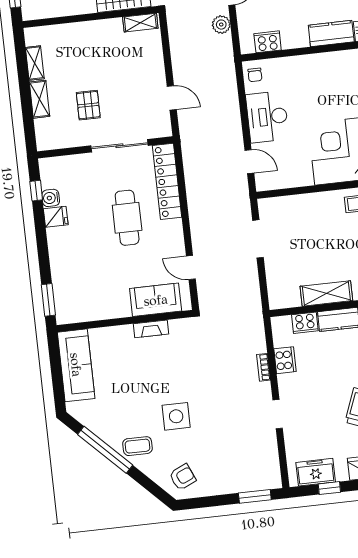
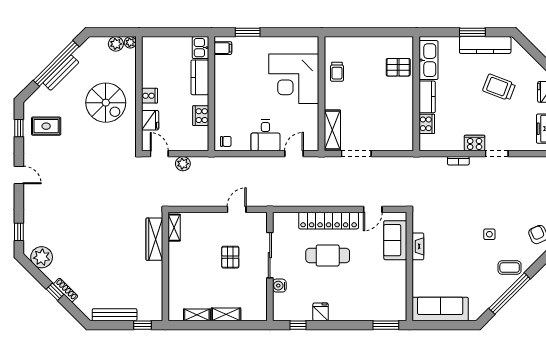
cooker: (268, 42) -> (201, 116), moved
pallet: (88, 105) -> (230, 257), moved, turned 90
desk: (267, 117) -> (265, 135), width x0.73
locker: (167, 181) -> (329, 221), moved
water cooler: (51, 198) -> (279, 286), moved, turned 90
shelving: (326, 293) -> (332, 130), moved
cooker: (285, 360) -> (475, 143), moved
side table: (176, 416) -> (489, 234), width x0.54, depth x0.54
coffee table: (137, 446) -> (510, 268), turned 90

